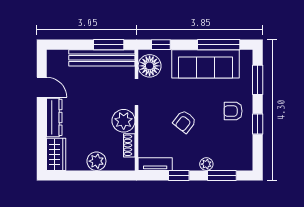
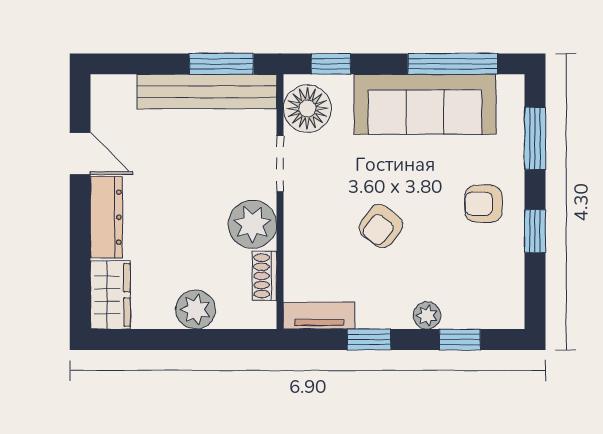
window: (222, 175) -> (460, 340), width x0.67

